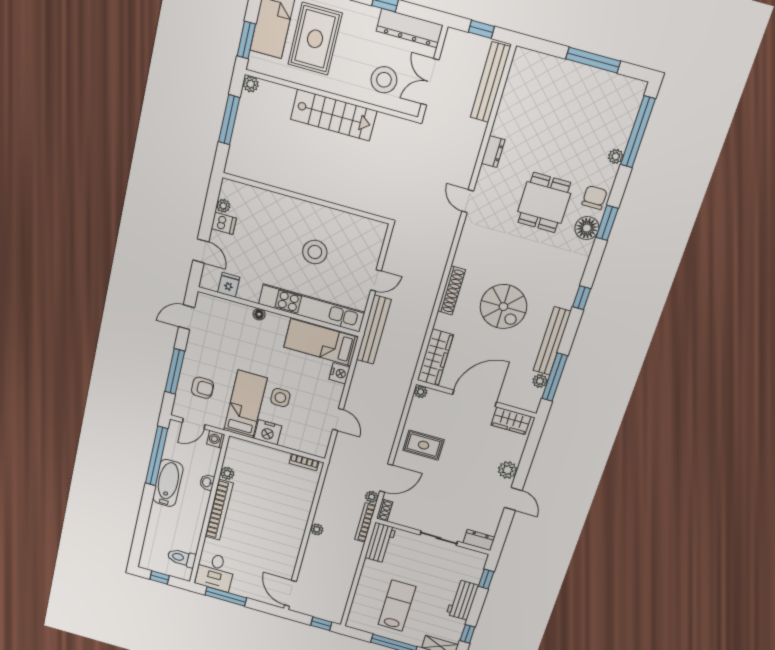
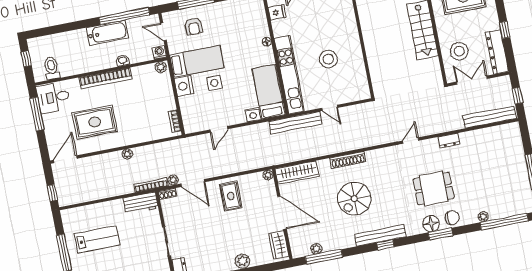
bench: (552, 341) -> (380, 235), moved
plant: (227, 473) -> (161, 67), moved
rug: (264, 545) -> (95, 122), added

